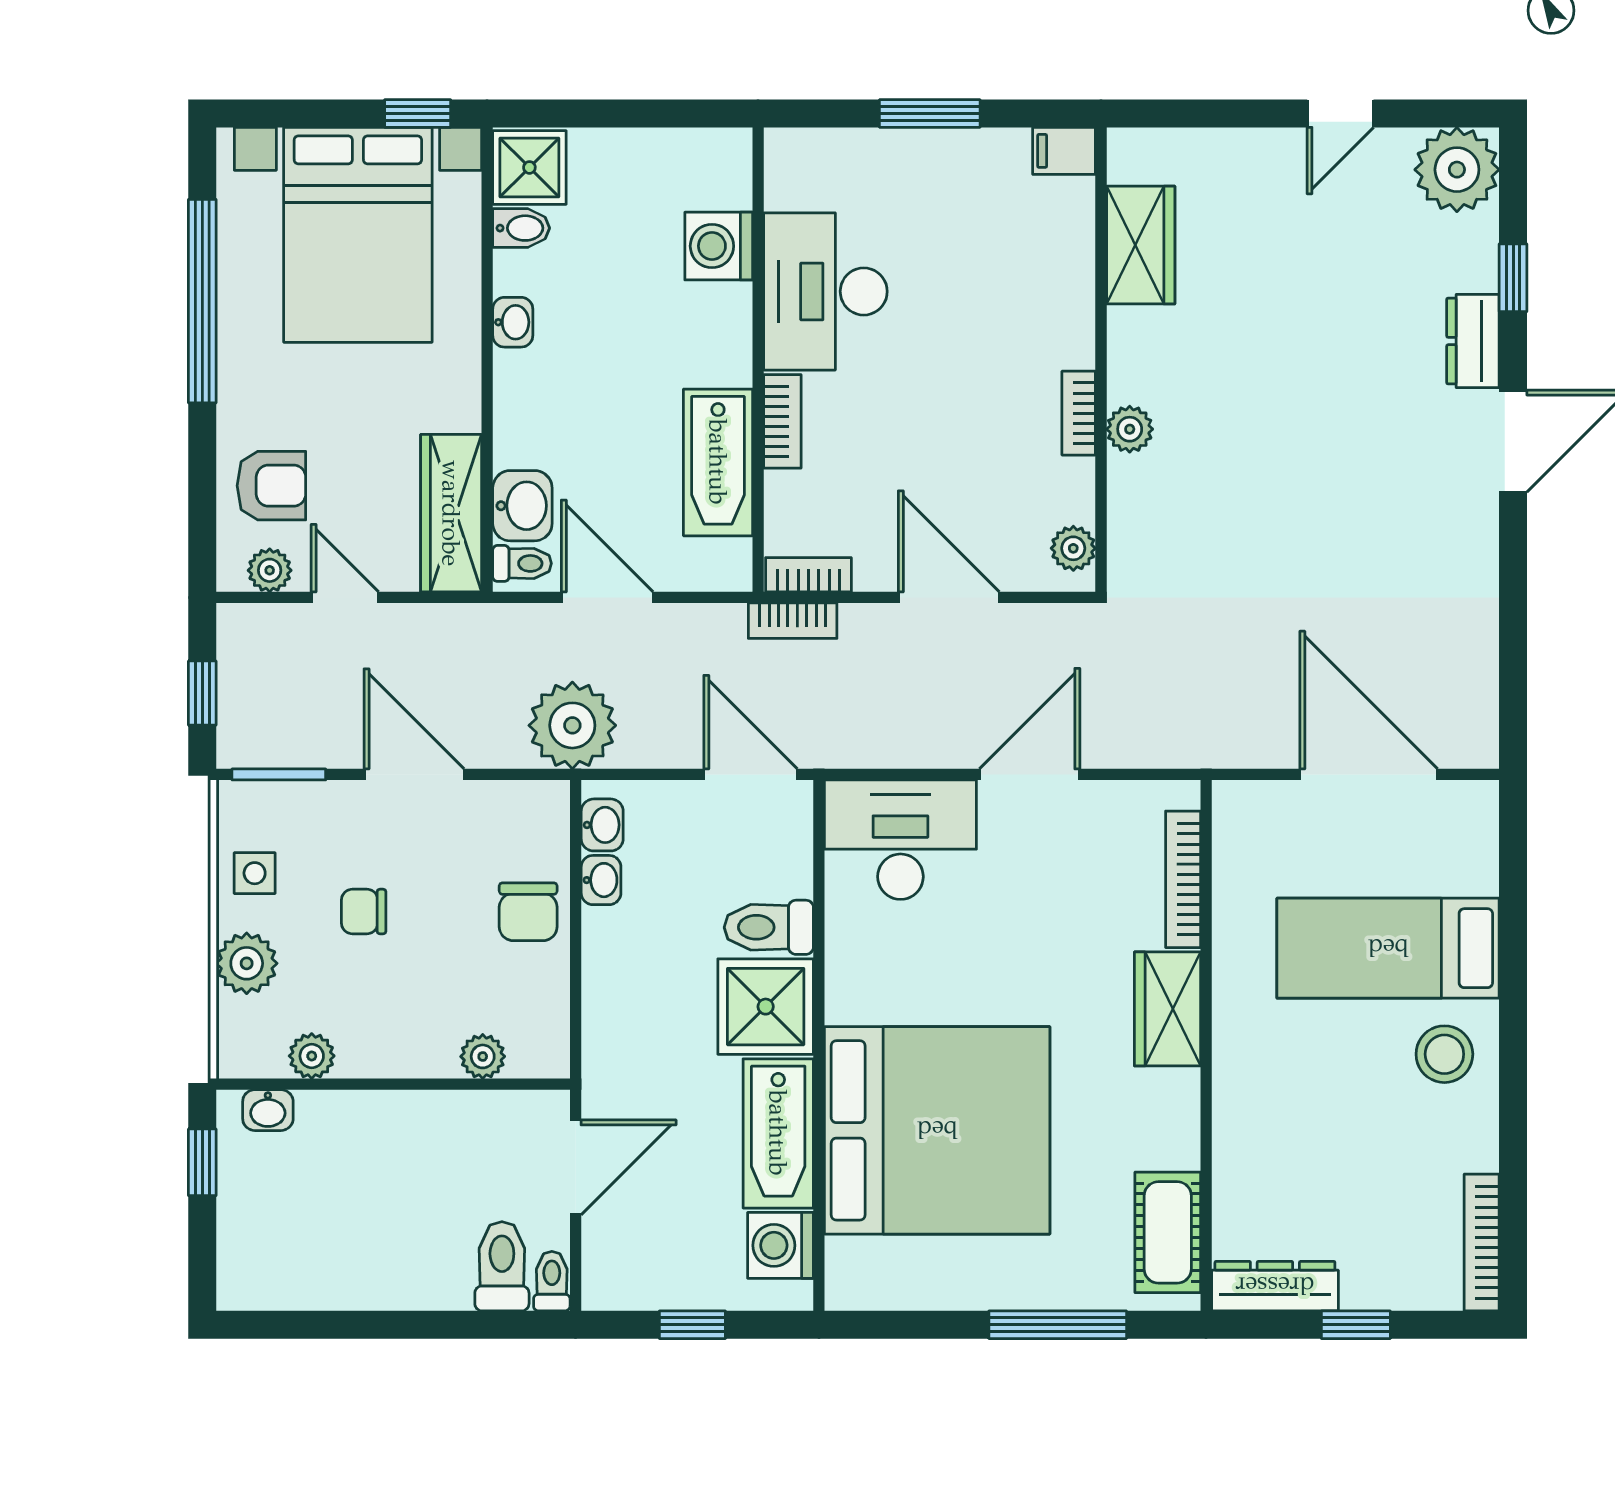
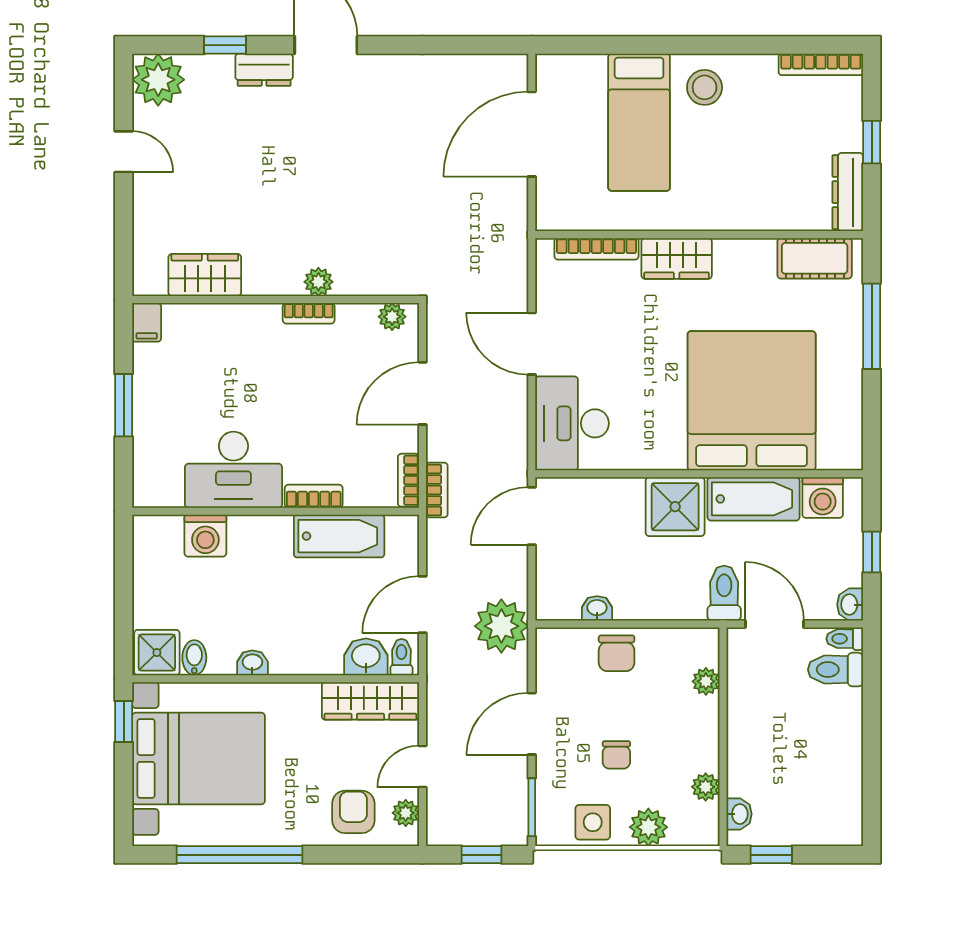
washbasin: (602, 825) -> (850, 605), moved, turned -90
side table: (255, 873) -> (593, 822), width x1.37, depth x1.37
chair: (528, 912) -> (617, 653), turned 90
toilet: (769, 927) -> (724, 593), moved, turned 180

